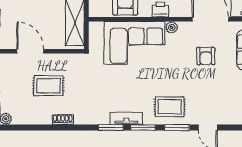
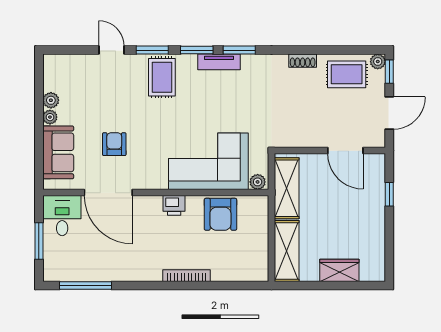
plant: (172, 27) -> (258, 182), moved
rug: (48, 86) -> (347, 74), moved
rug: (170, 107) -> (162, 77), turned 90

